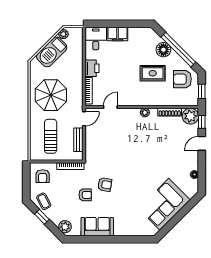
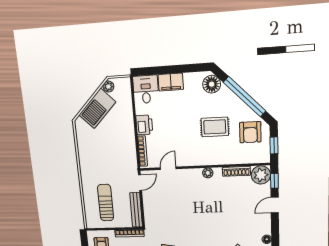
floor lamp: (163, 50) -> (212, 84), moved
armchair: (182, 79) -> (250, 132), turned -90
parasol: (51, 95) -> (101, 158), removed
bench: (78, 140) -> (136, 210), width x1.36

